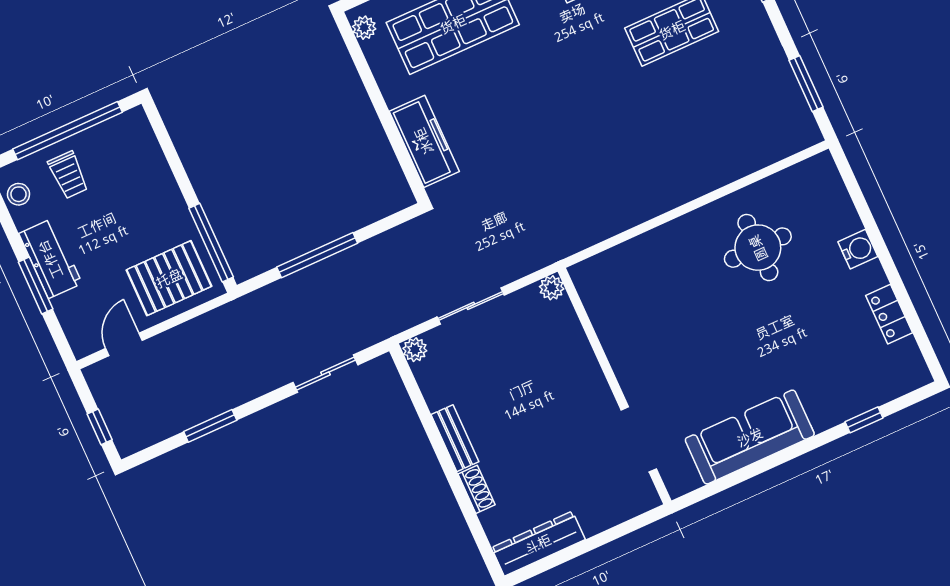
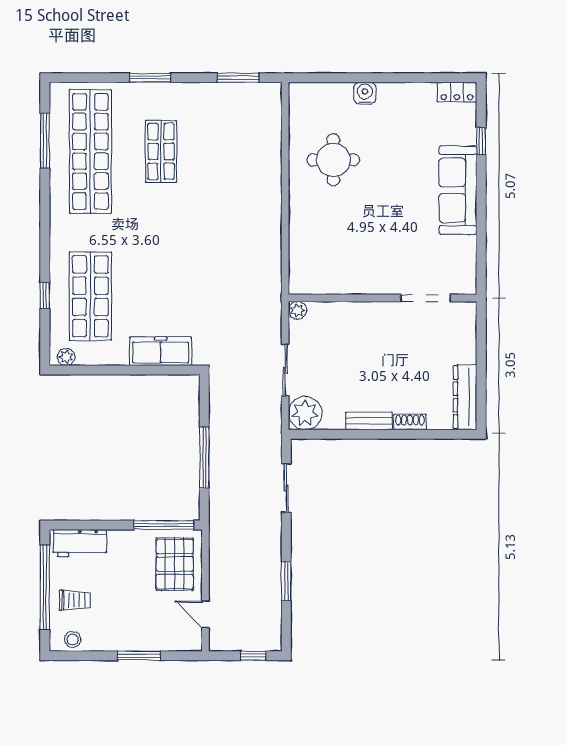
workbench: (50, 259) -> (80, 543), moved, turned 180
locker: (889, 314) -> (457, 92), moved
plant: (415, 350) -> (305, 413), width x1.87, depth x1.87
sofa: (750, 437) -> (458, 190), moved

